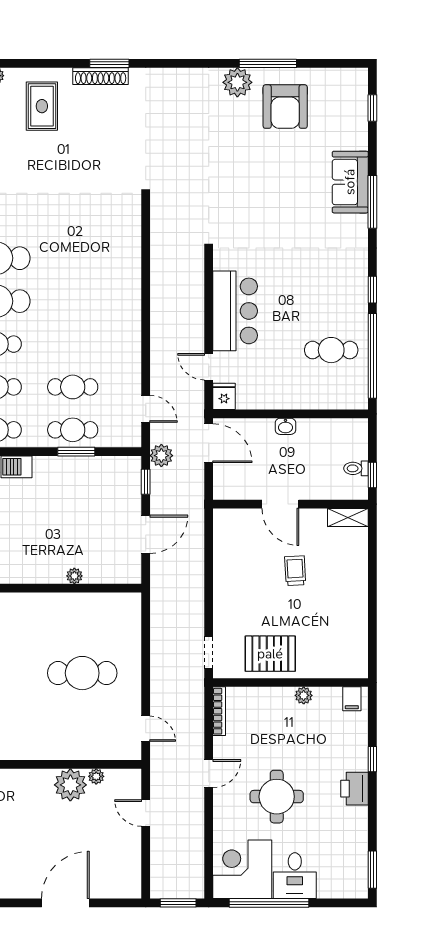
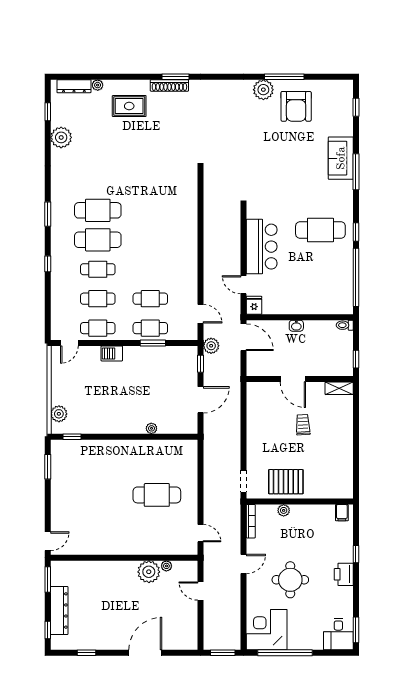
rug: (42, 106) -> (129, 106), turned 90
cafe table: (331, 350) -> (320, 230), moved, width x1.37, depth x1.35
toilet: (356, 468) -> (345, 325), moved
plant: (304, 695) -> (284, 510), moved
desk: (295, 876) -> (338, 634), moved

